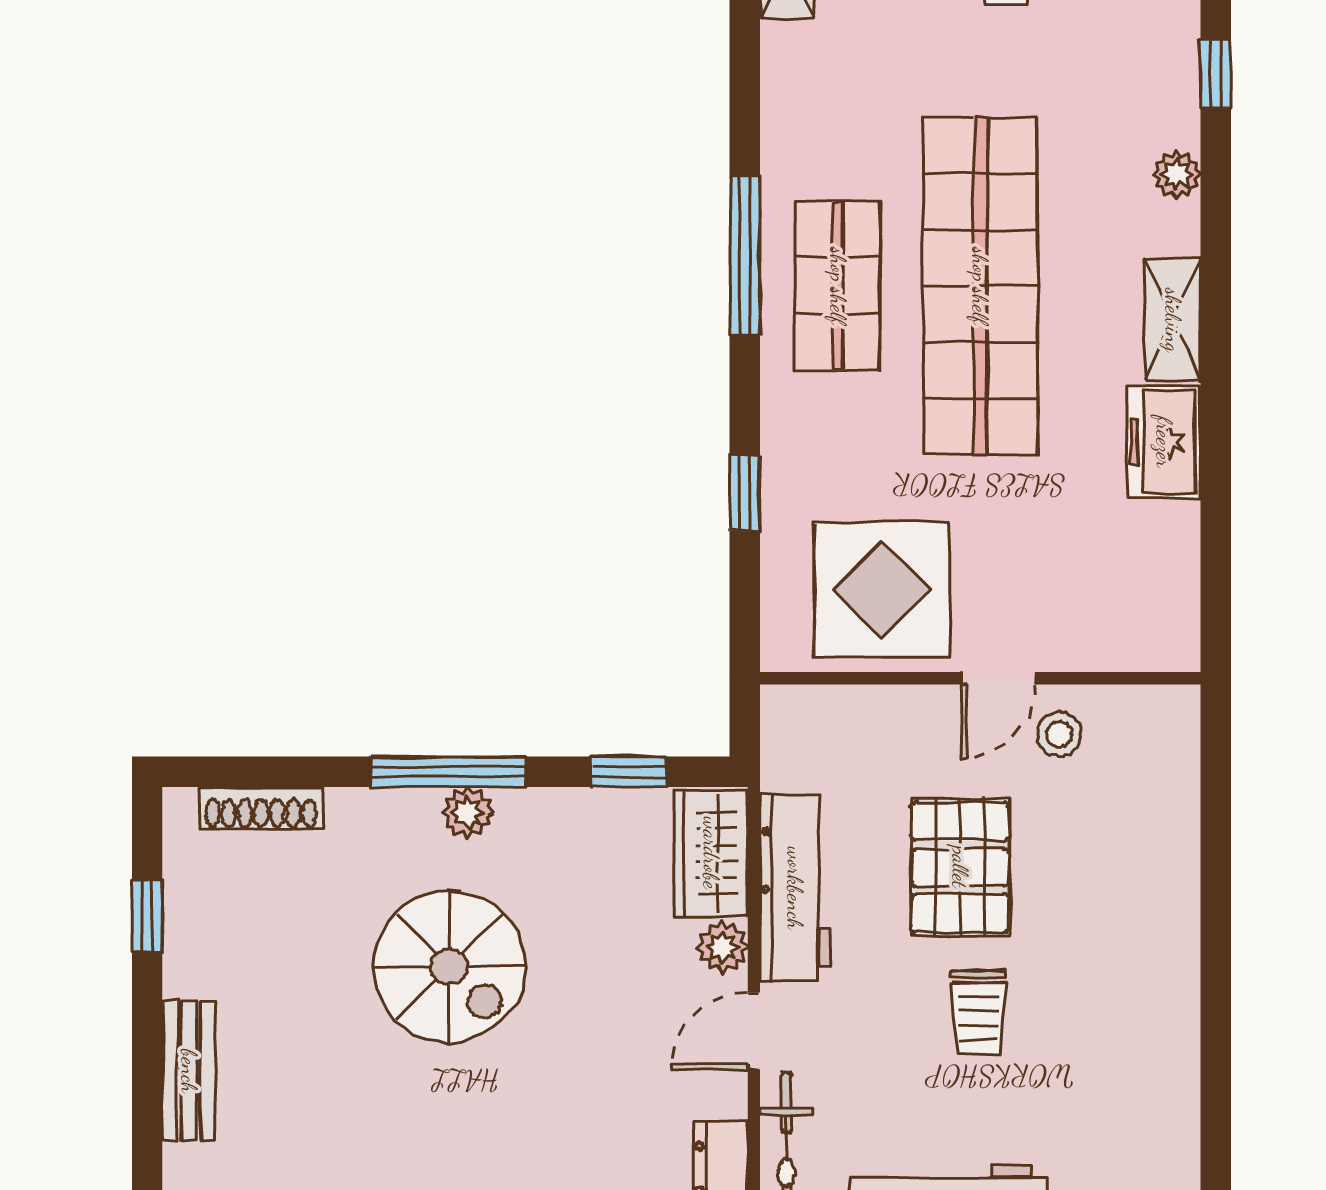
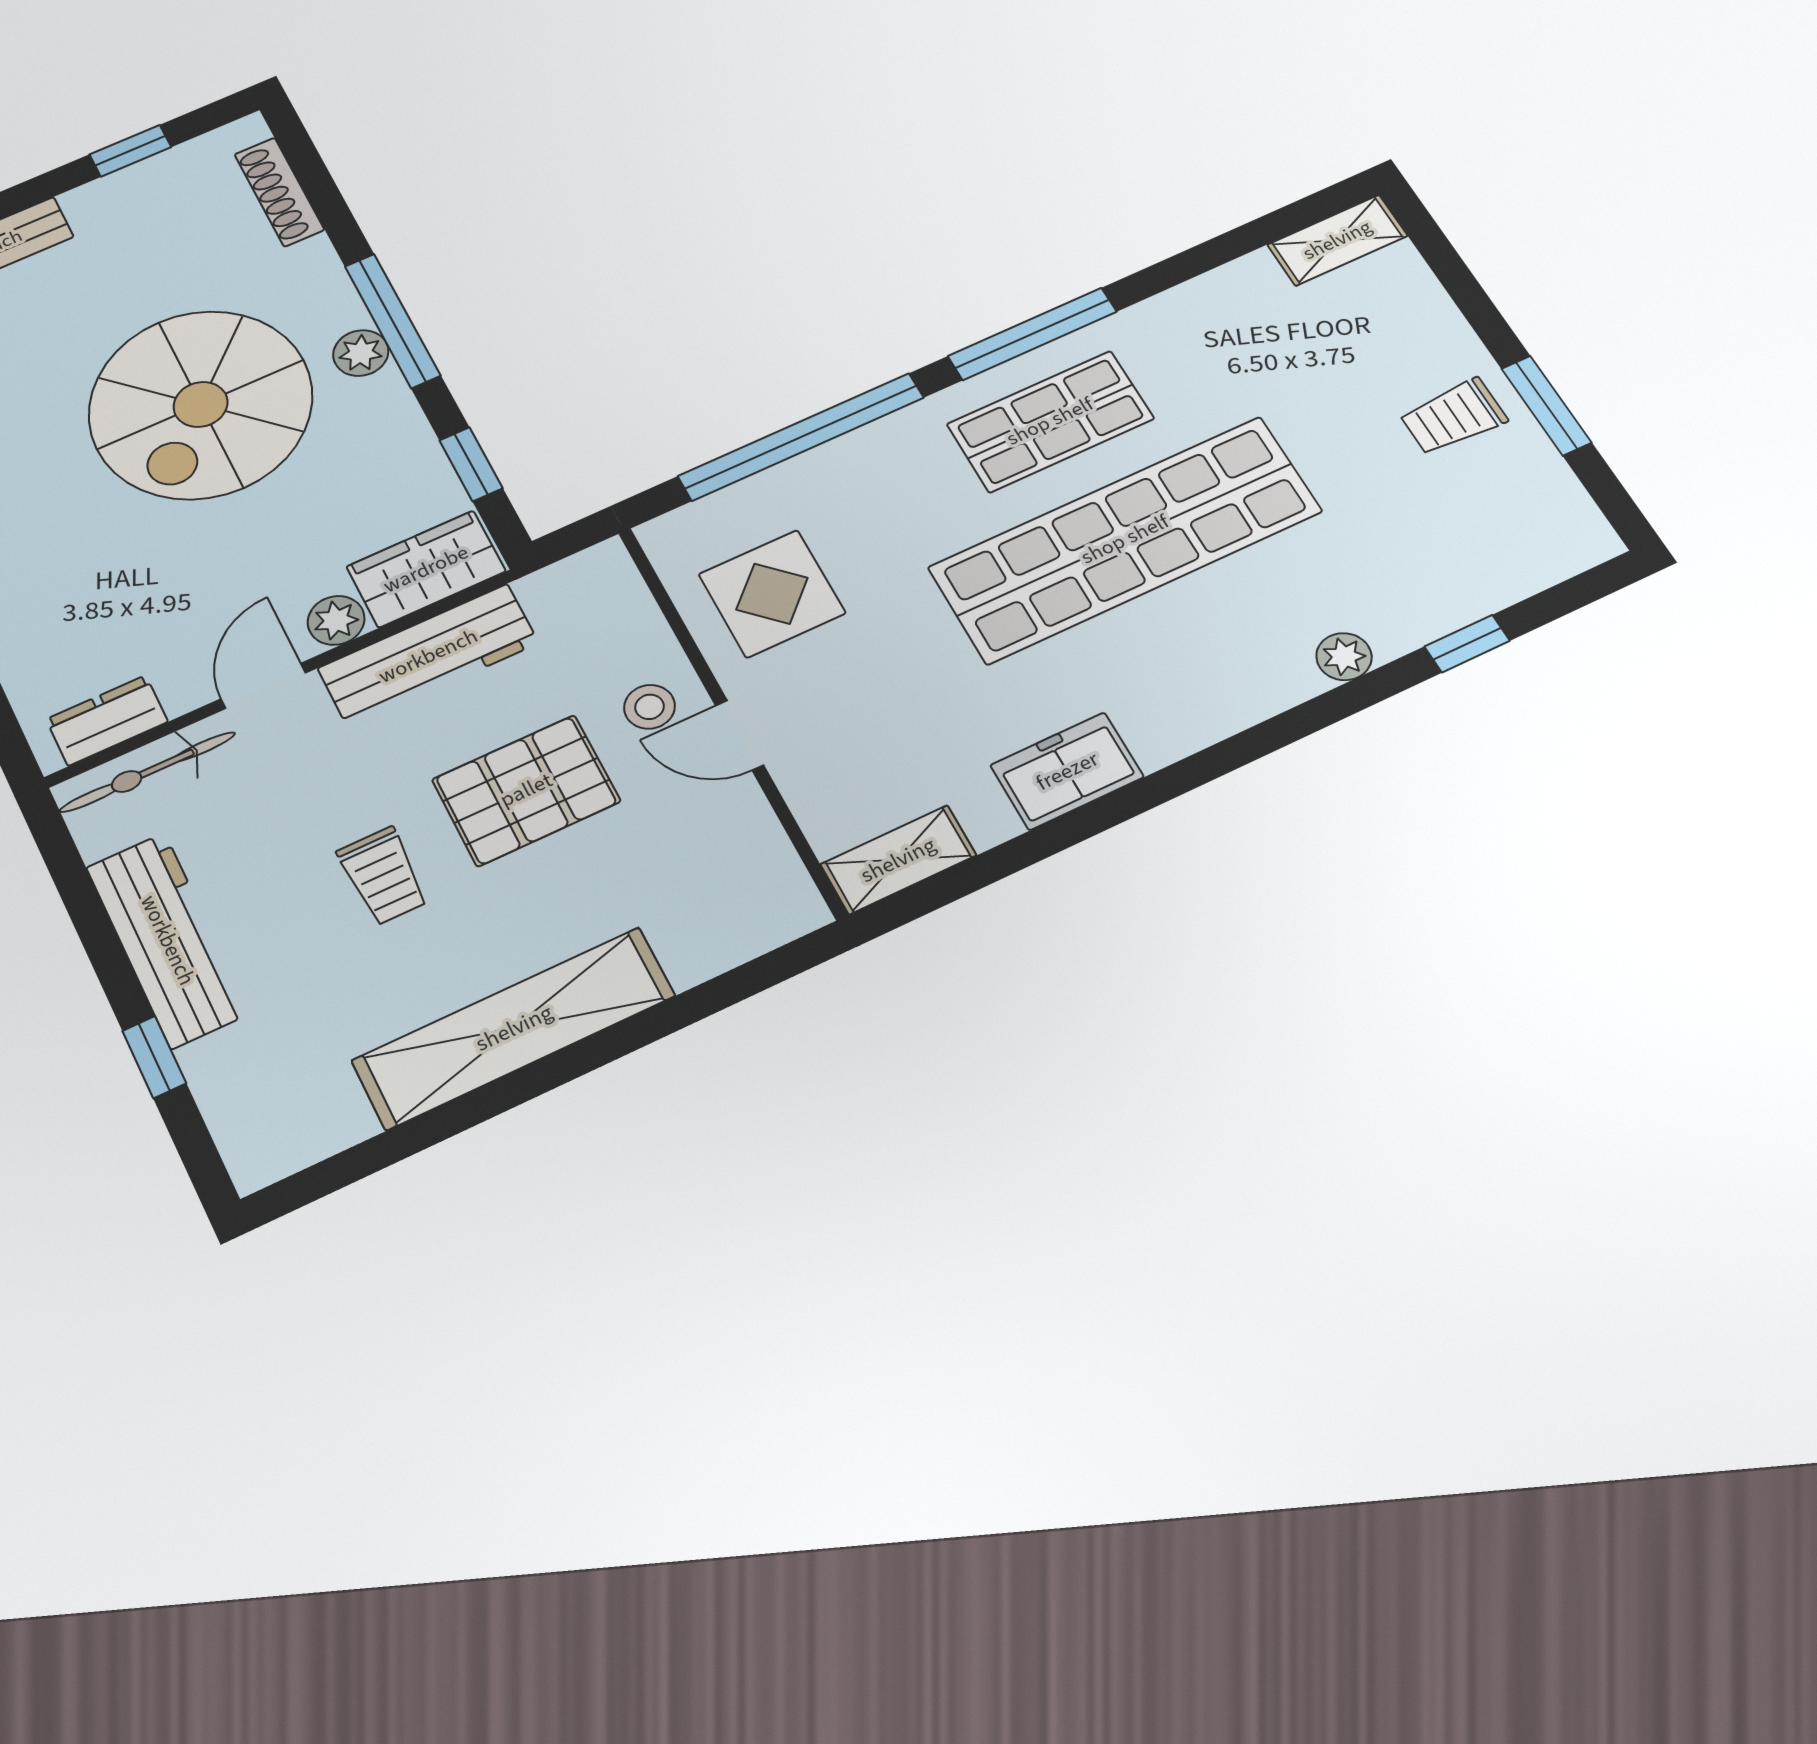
shelving: (1173, 320) -> (898, 860), moved
window: (745, 493) -> (801, 437), width x3.17
display table: (882, 590) -> (772, 594), width x0.73, depth x0.73
stool: (1059, 734) -> (649, 707), moved
spiral stairs: (449, 967) -> (201, 404), width x1.37, depth x1.37
shelving: (1164, 972) -> (514, 1028), added
trolley: (978, 1012) -> (383, 876), turned -90
door: (754, 1031) -> (263, 686), hinge flipped

